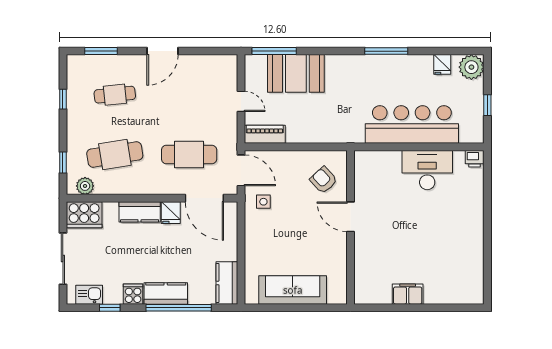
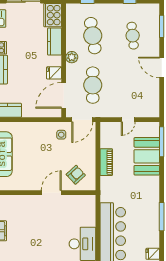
piano: (265, 134) -> (106, 162), moved
plant: (85, 186) -> (72, 57), moved
kitchen counter: (140, 212) -> (55, 42), moved

